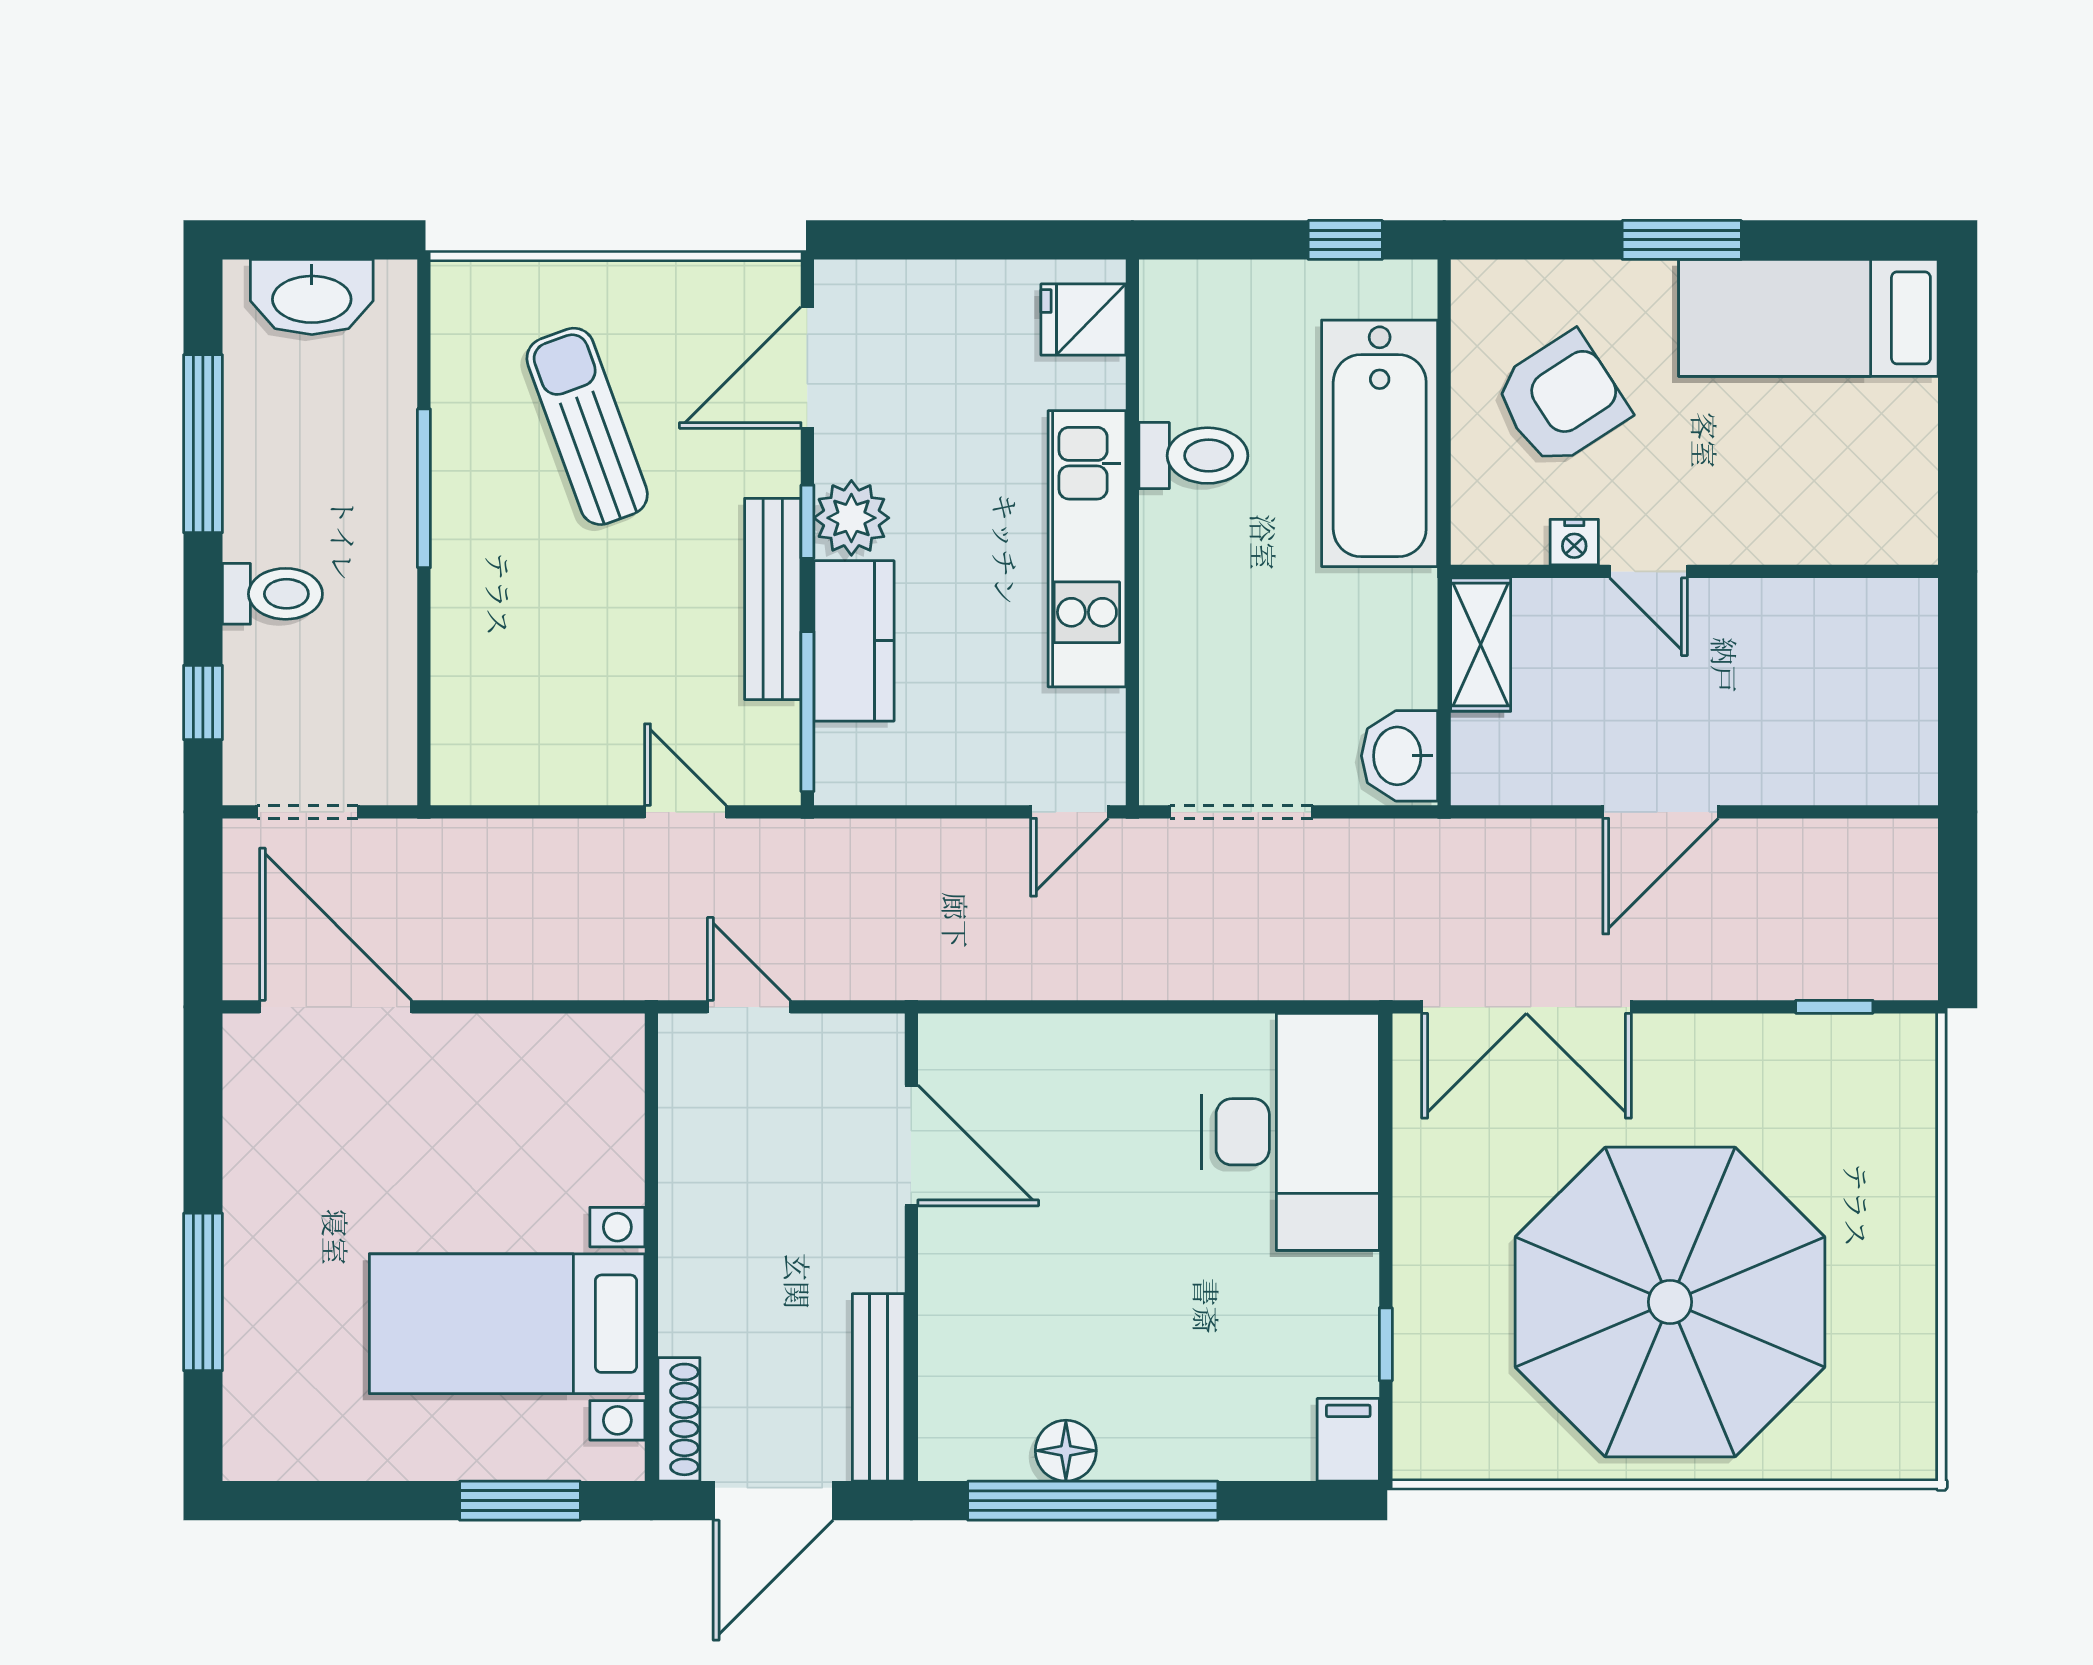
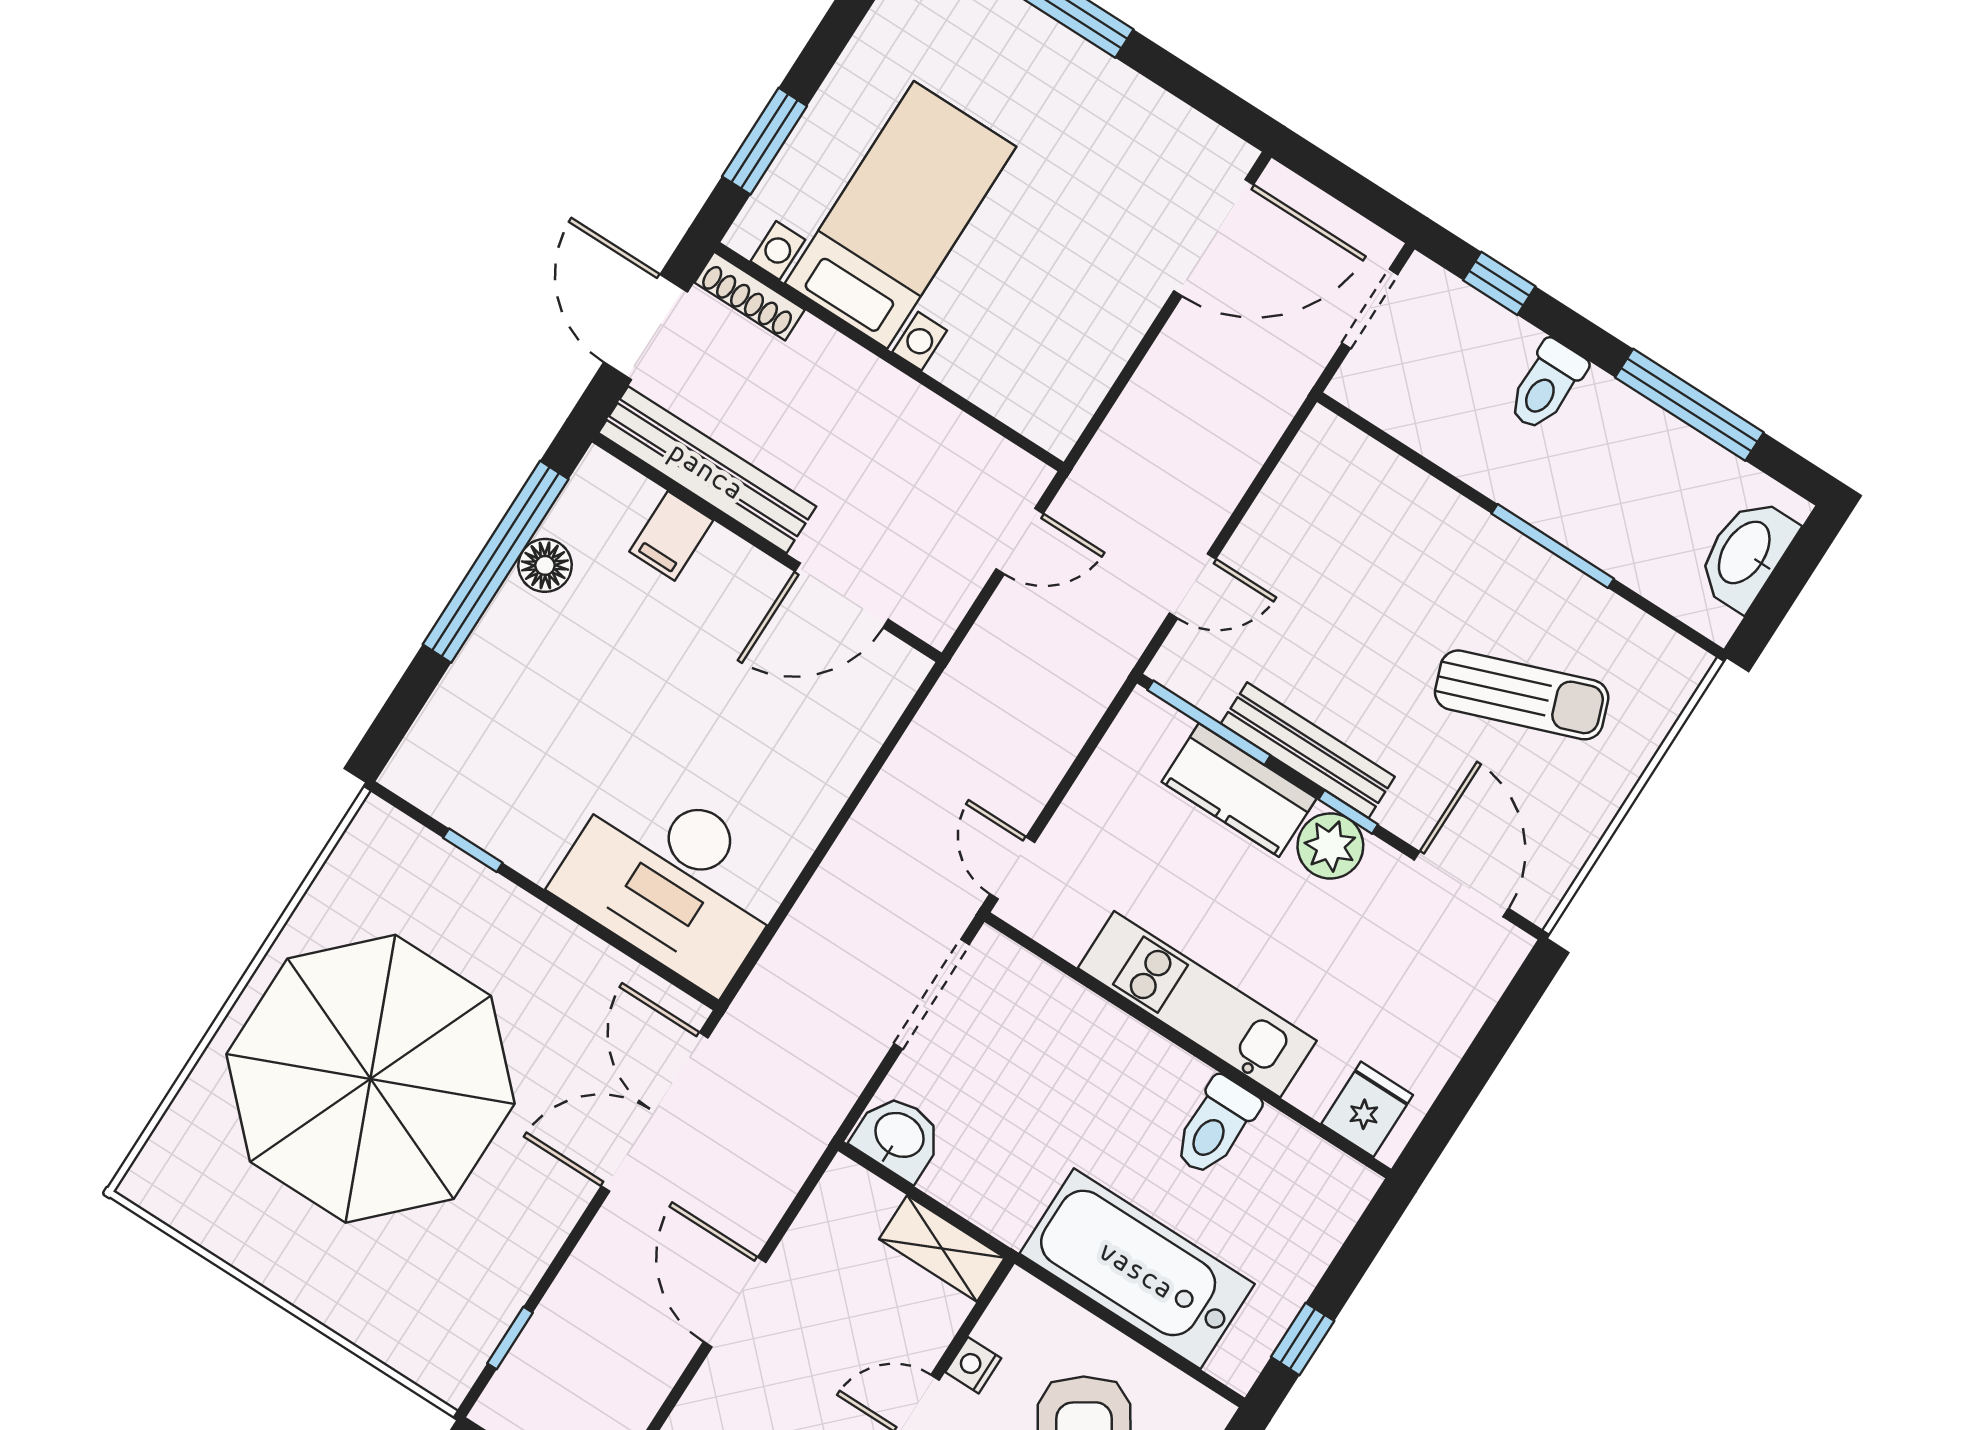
bench: (879, 1387) -> (707, 470), width x1.37, depth x1.21
filing cabinet: (1348, 1440) -> (671, 536), moved, turned 90

